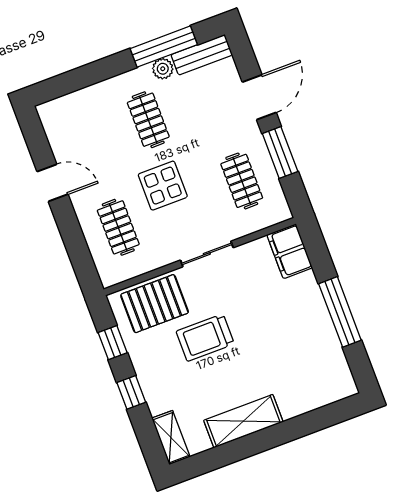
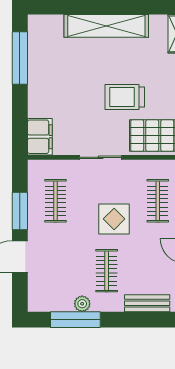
bench: (202, 55) -> (147, 303), moved
window: (340, 312) -> (20, 58), moved
trolley: (205, 338) -> (125, 97), turned 180
shelving: (243, 421) -> (106, 26), width x1.47

